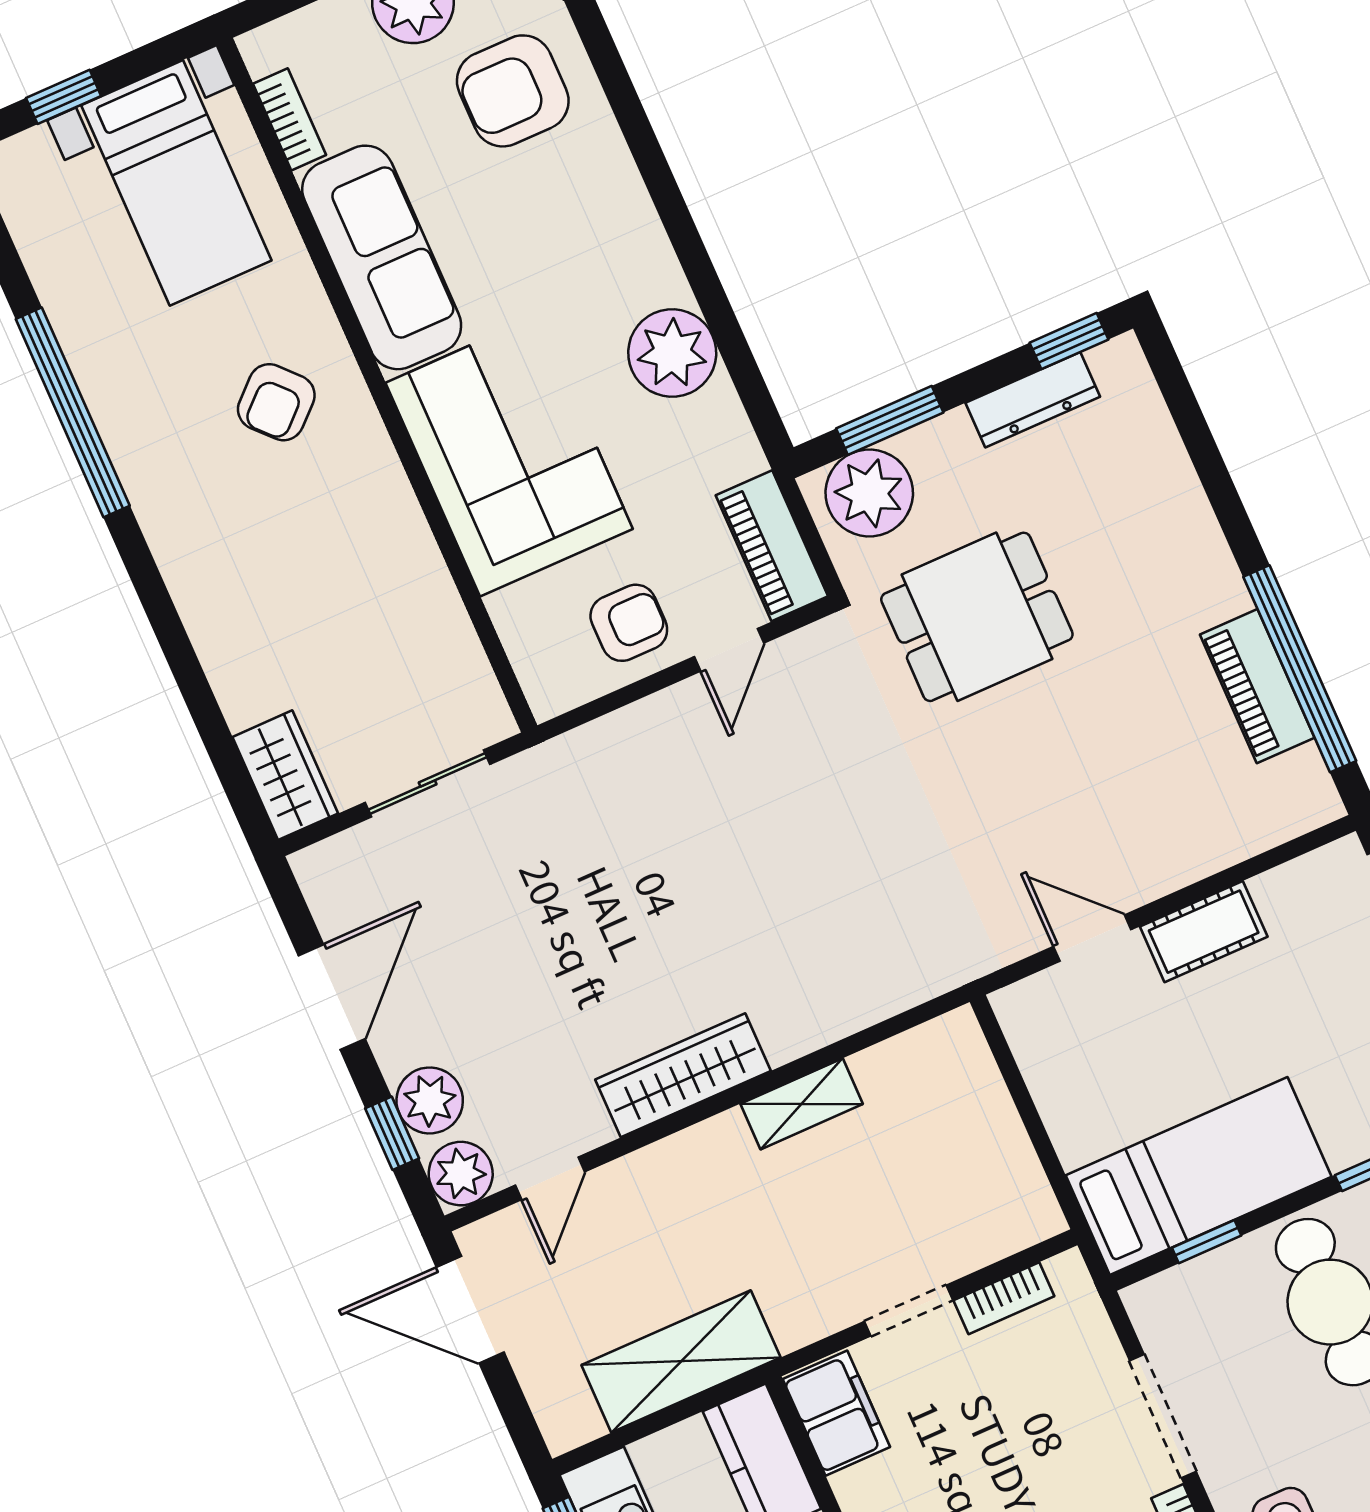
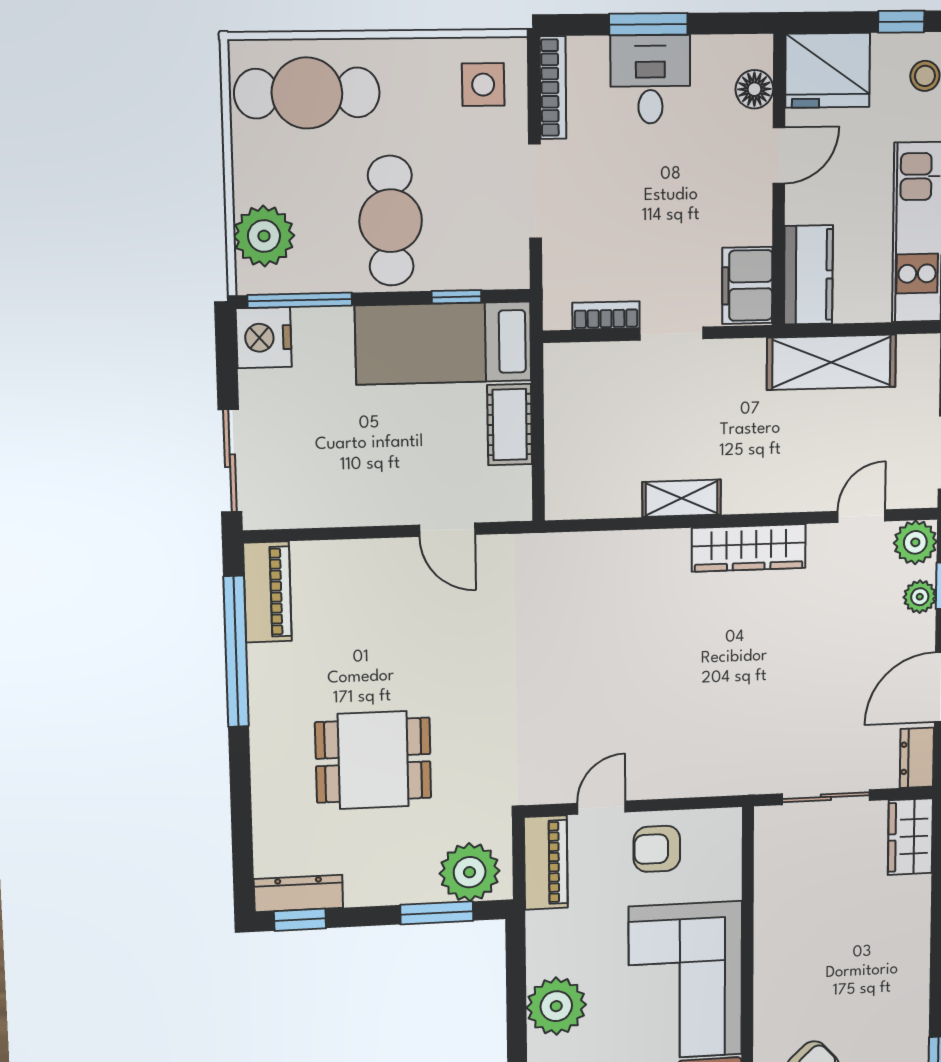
dresser: (1033, 400) -> (298, 893), moved
dining table: (977, 617) -> (373, 760), moved
piano: (1257, 686) -> (267, 592), moved
dresser: (326, 886) -> (917, 758), added
cot: (1204, 932) -> (510, 425), moved, turned 90
plant: (430, 1100) -> (920, 597), width x0.73, depth x0.73

